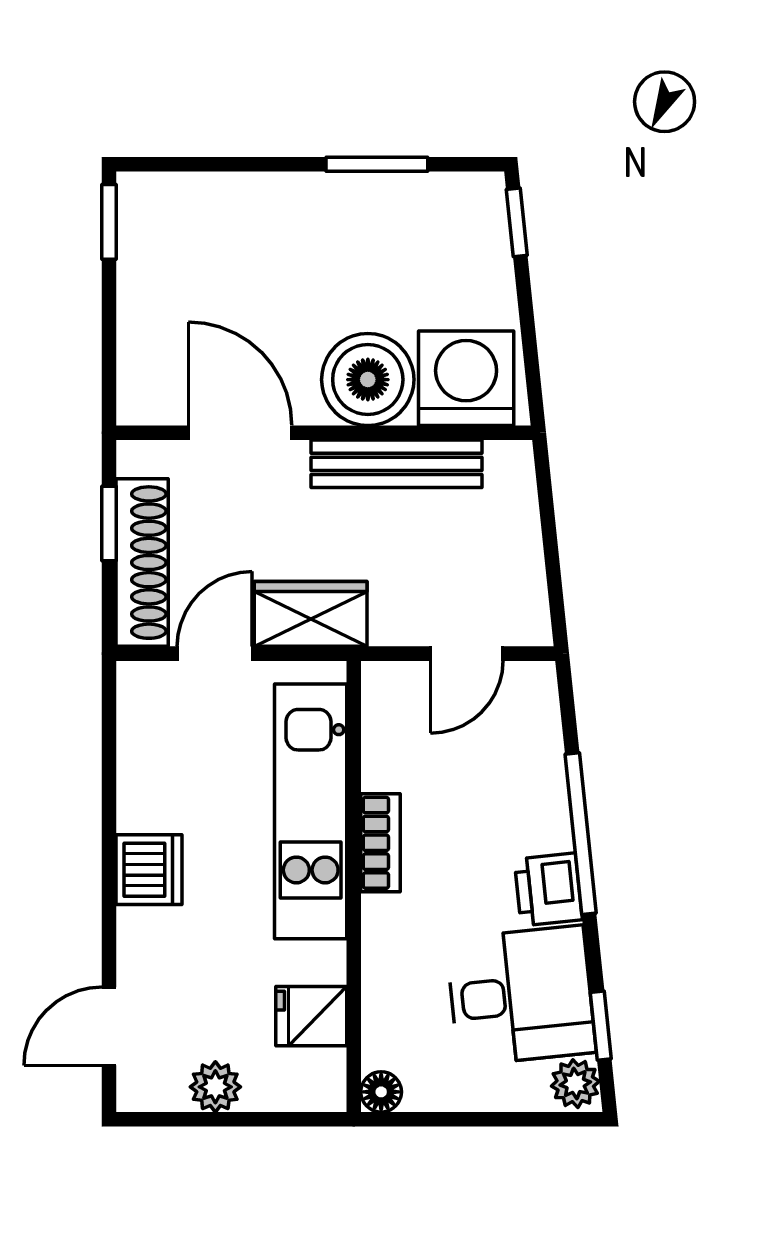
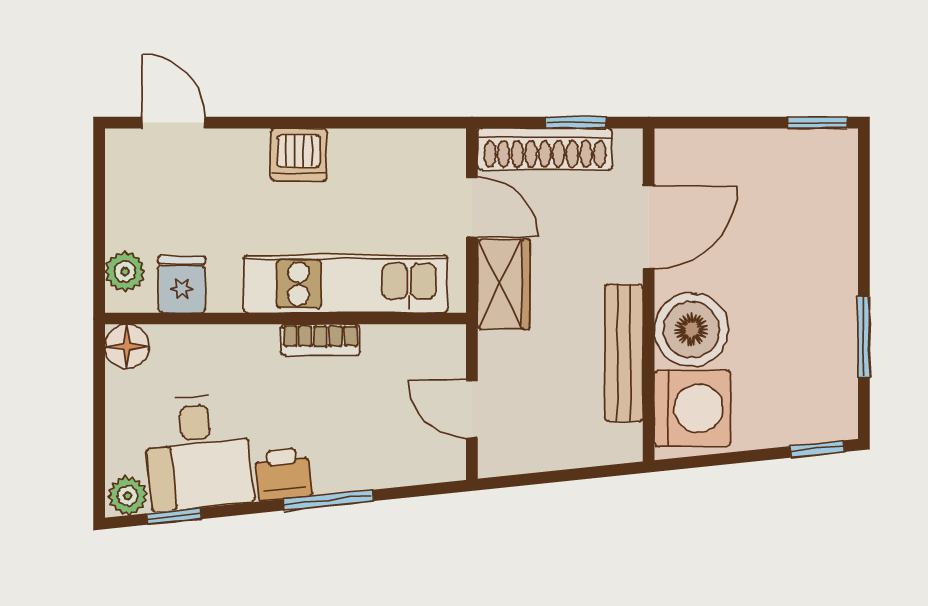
window: (581, 834) -> (328, 500), width x0.69
plant: (215, 1087) -> (125, 272), moved
floor lamp: (381, 1092) -> (127, 346), width x1.37, depth x1.37

